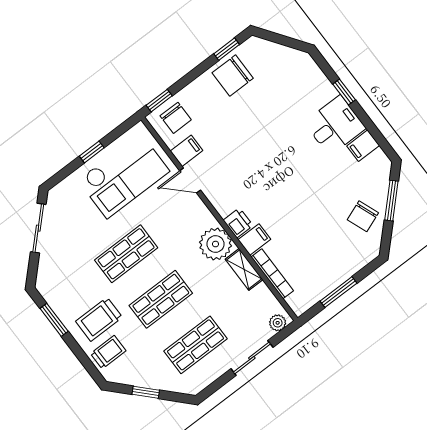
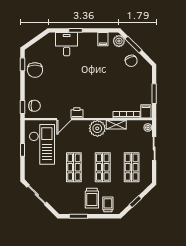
desk: (335, 125) -> (67, 44), moved
filing cabinet: (187, 151) -> (51, 111), removed
plant: (379, 173) -> (119, 41), added
printer: (238, 223) -> (77, 113), moved
filing cabinet: (254, 240) -> (146, 111), moved

